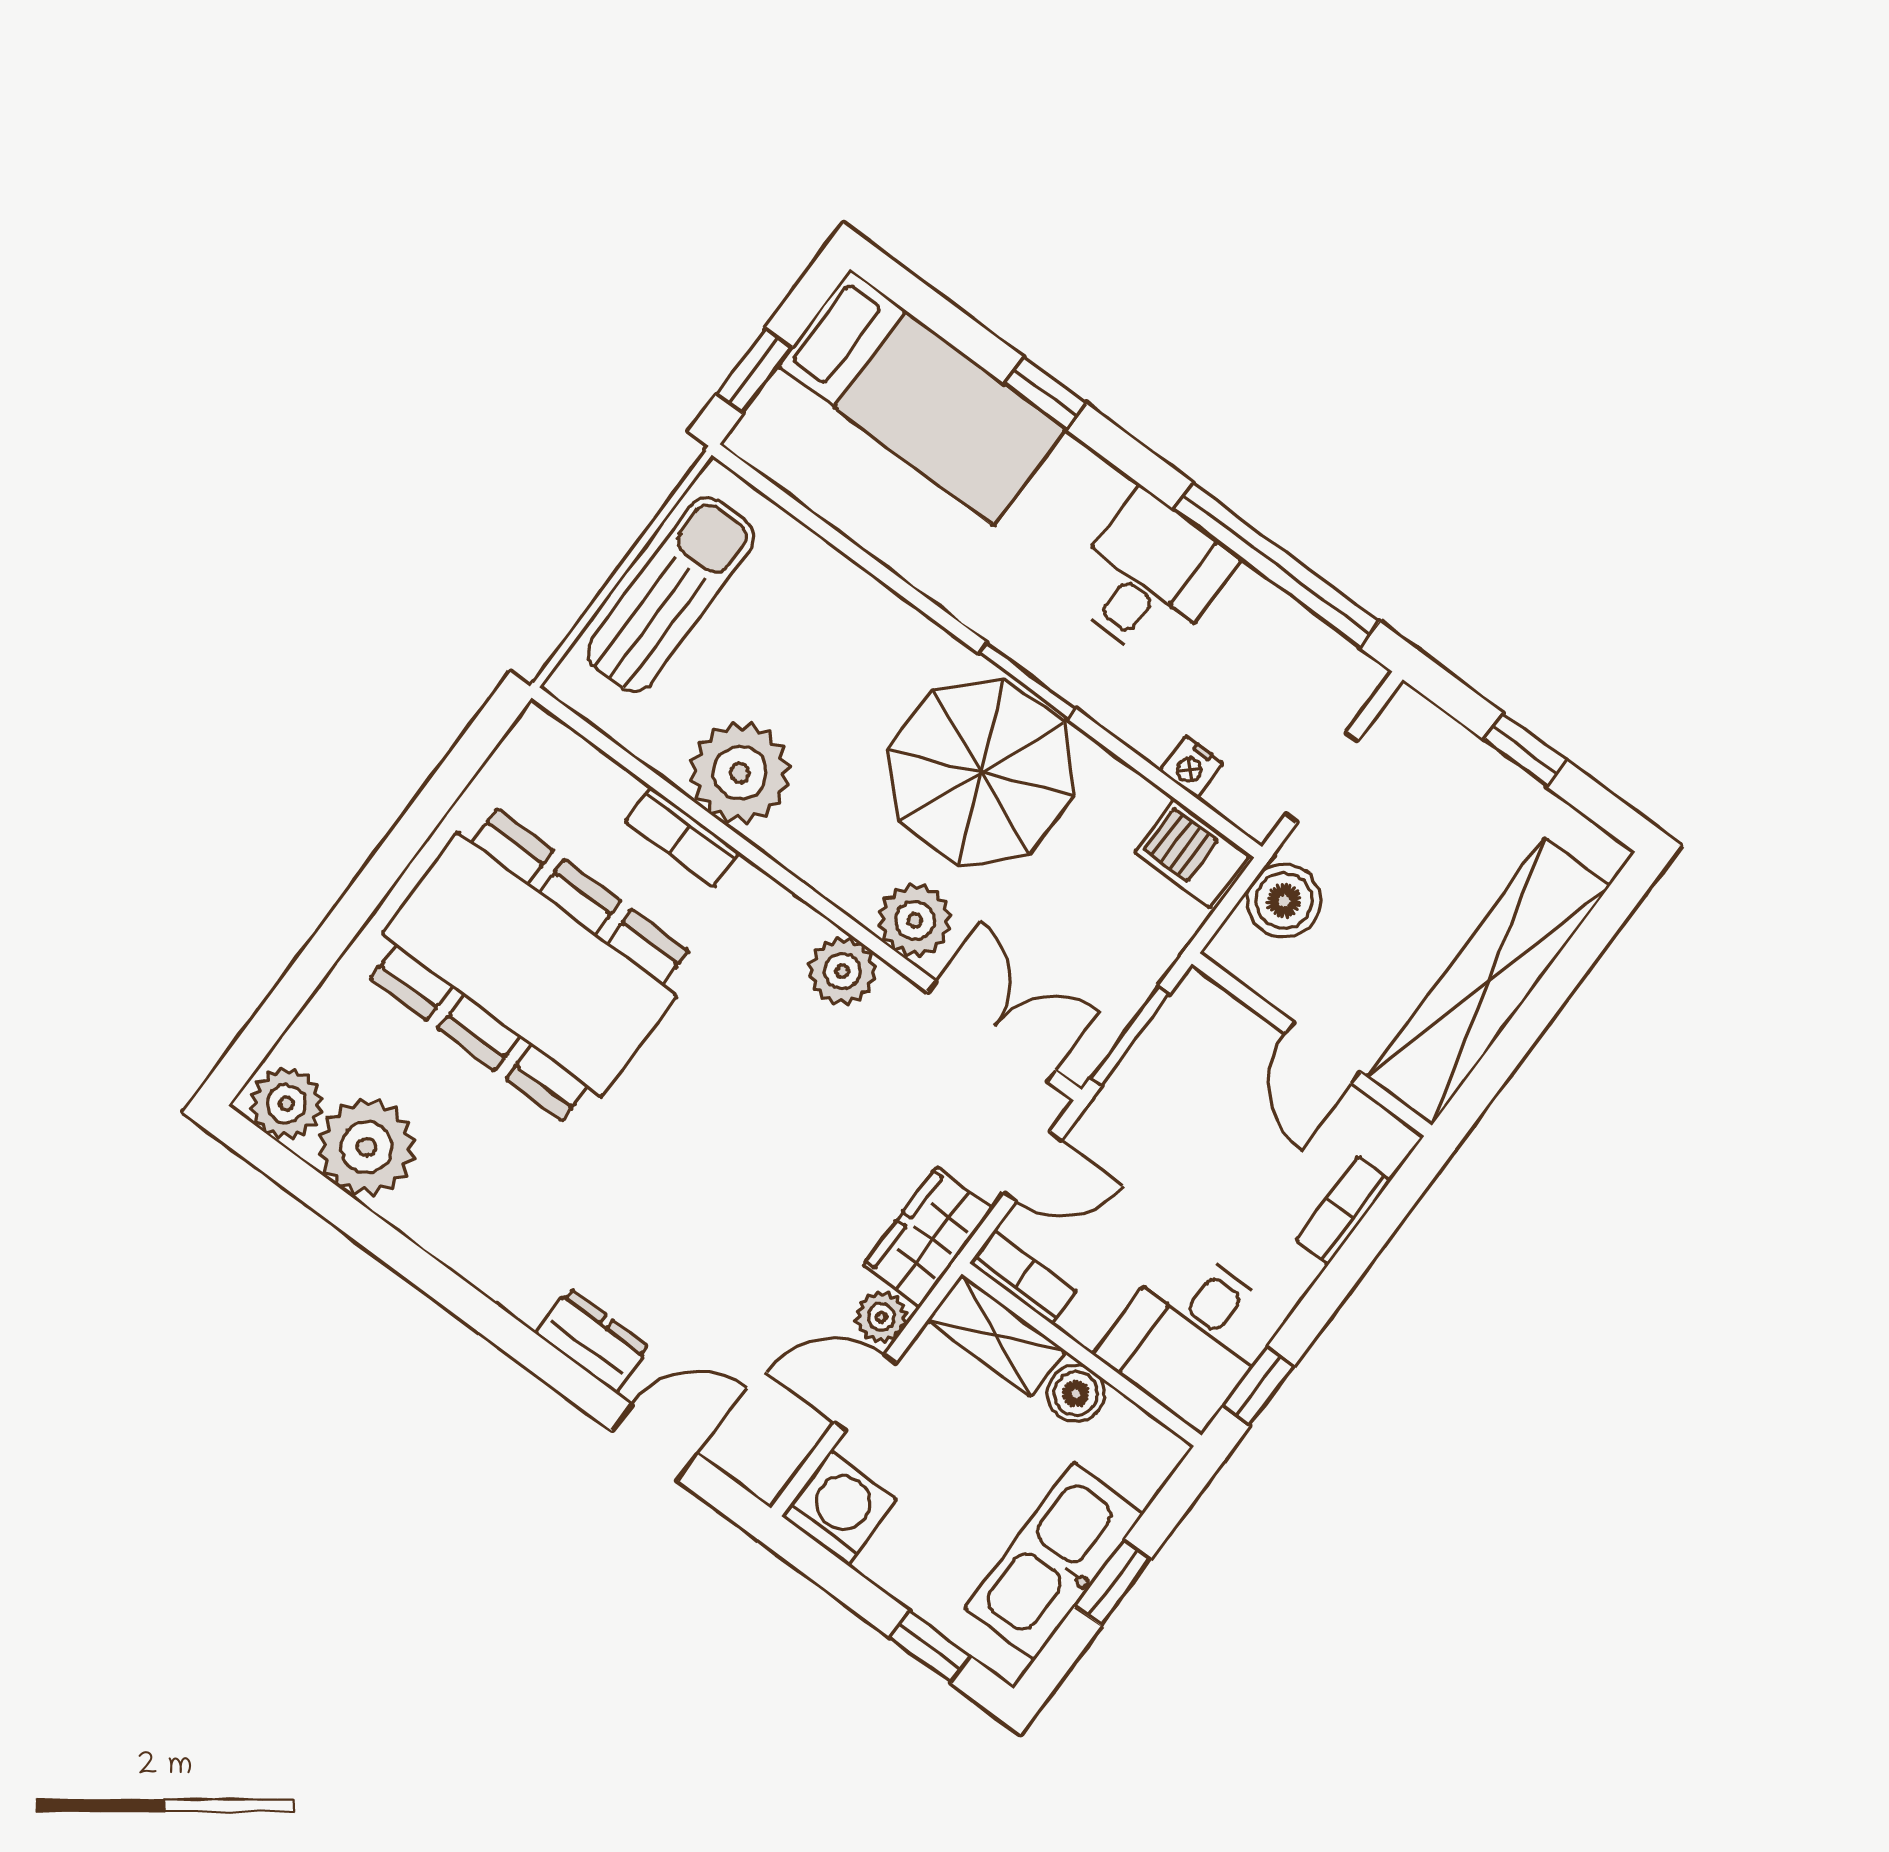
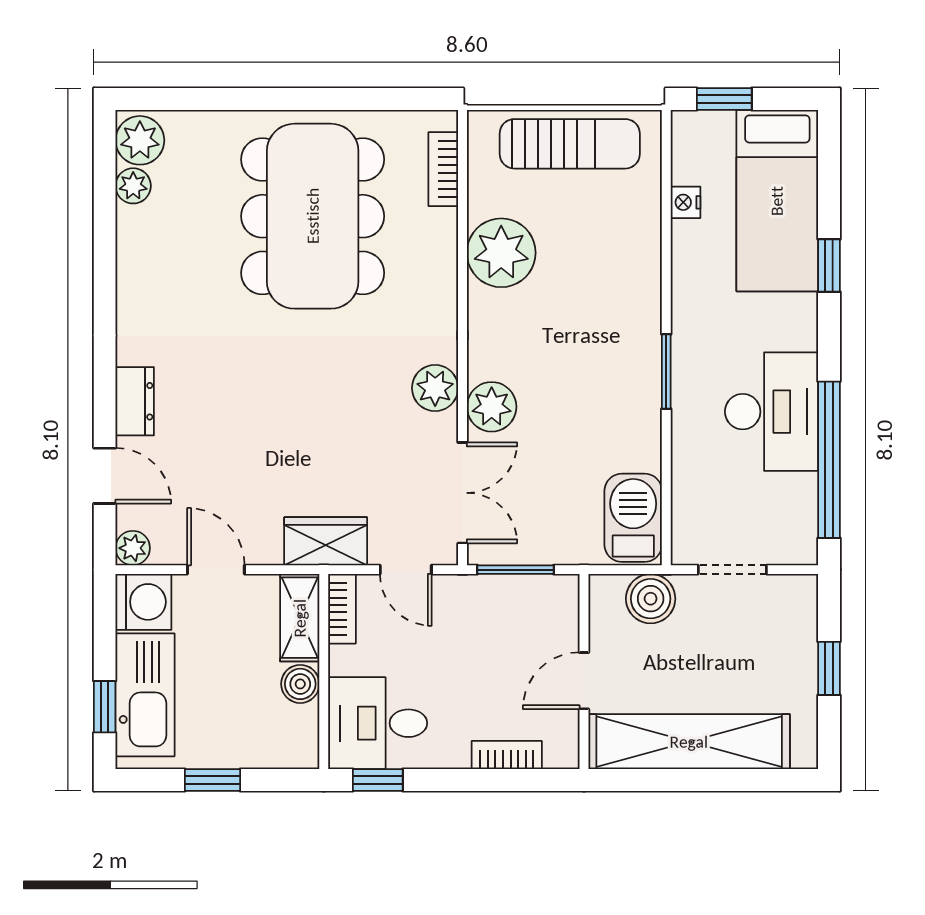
desk: (1149, 577) -> (772, 412), width x1.37
nightstand: (1191, 767) -> (686, 202), moved
parasol: (981, 772) -> (598, 383), removed
bookcase: (682, 837) -> (443, 169), moved
barbecue: (1192, 853) -> (633, 518), width x1.38, depth x1.27
plant: (367, 1147) -> (133, 186), width x0.53, depth x0.53
plant: (881, 1317) -> (133, 548), moved
kitchen sink: (1054, 1561) -> (145, 695), moved, turned 90

